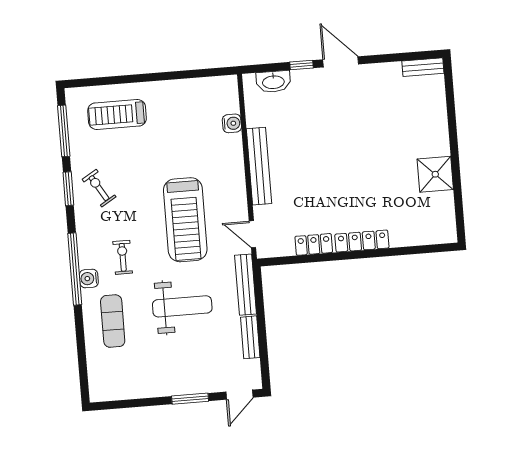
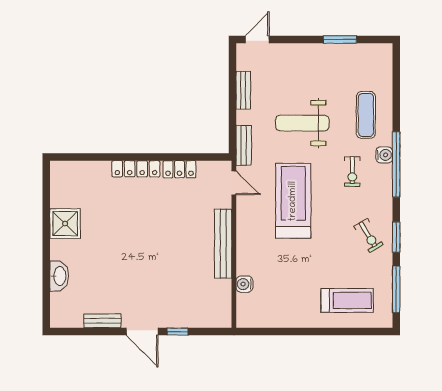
bench: (423, 67) -> (102, 321), moved
washbasin: (273, 82) -> (59, 276), moved, turned 90
bench: (246, 285) -> (244, 145), width x0.73
window: (190, 399) -> (340, 39), moved

